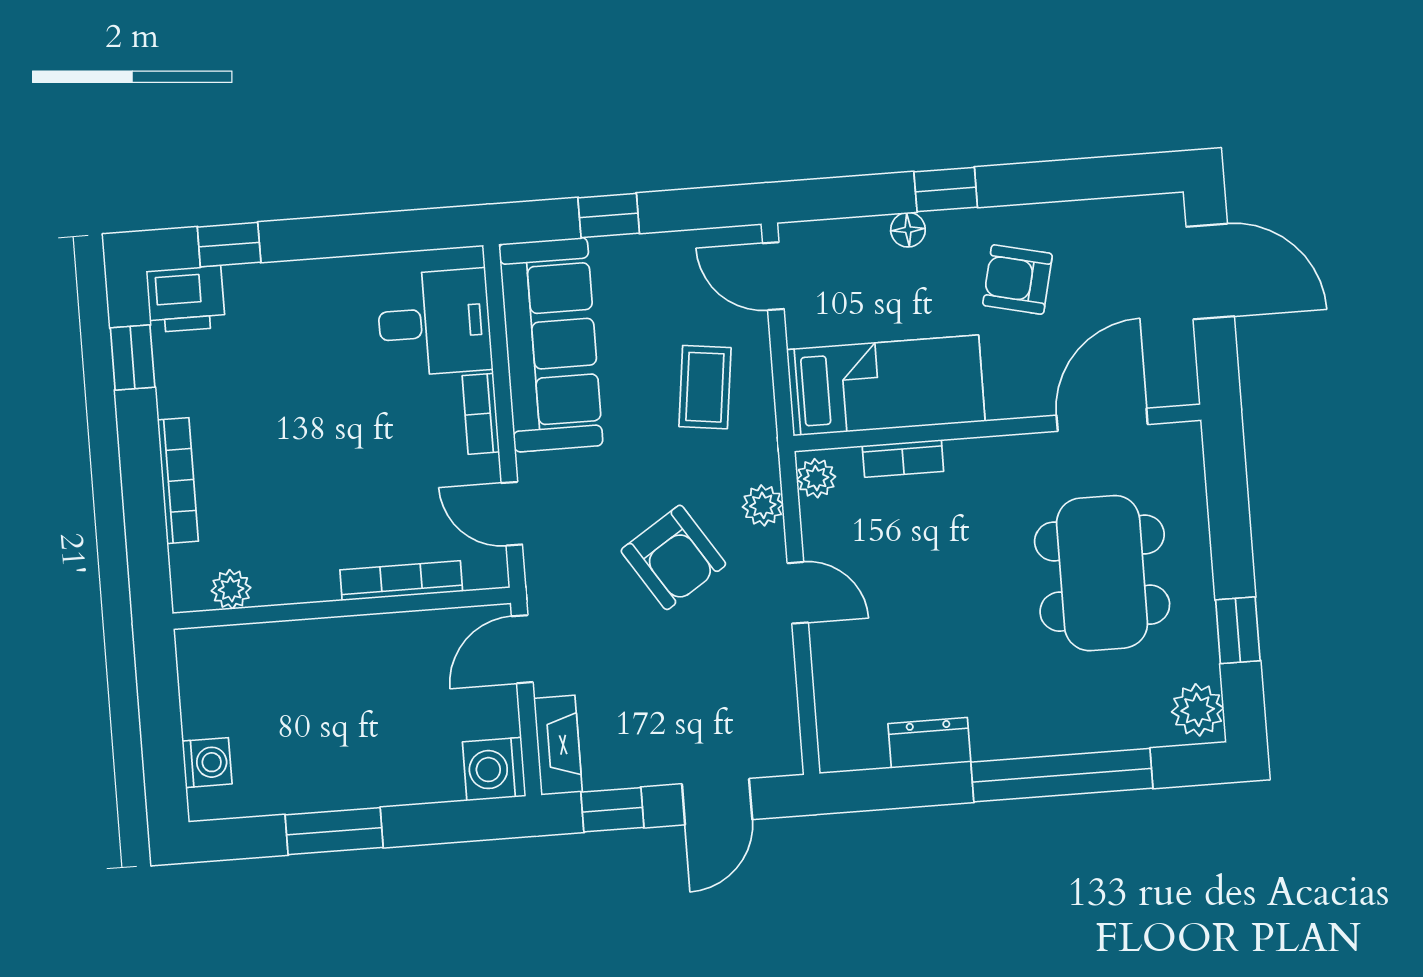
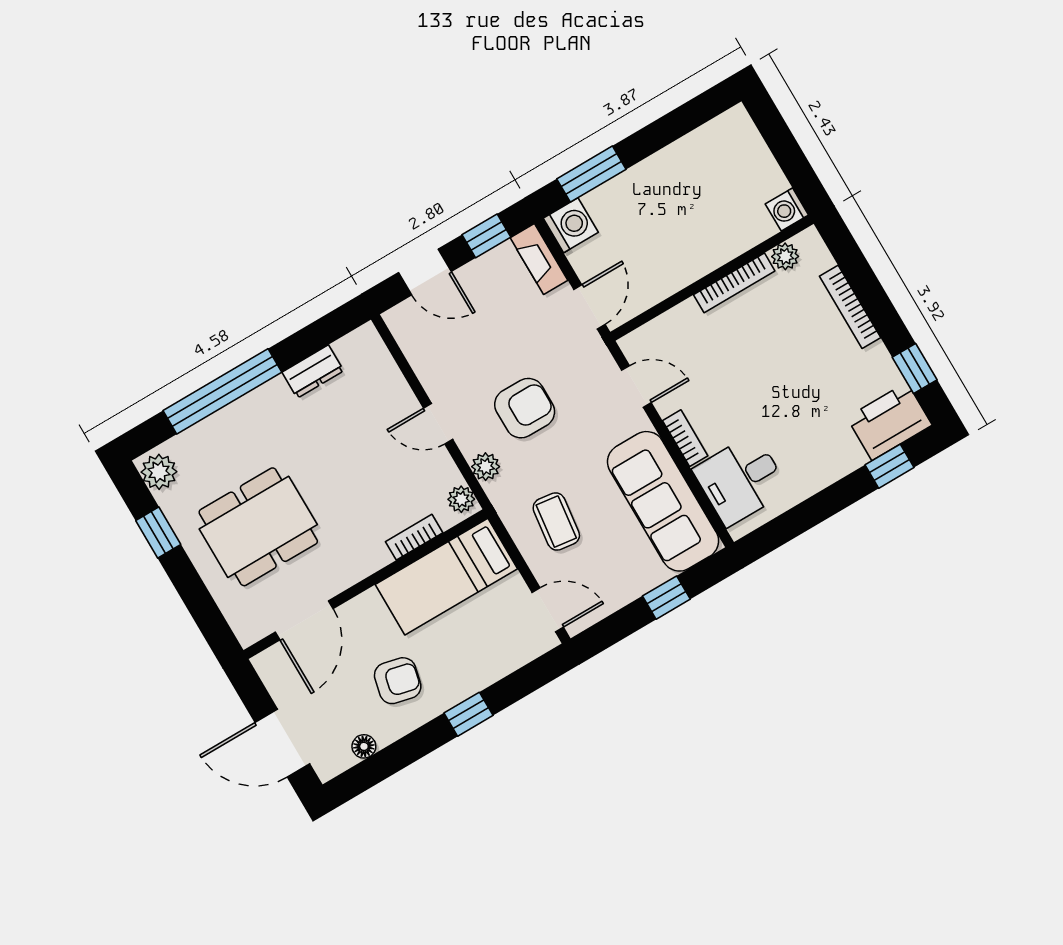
floor lamp: (908, 230) -> (364, 746), moved
printer: (186, 299) -> (889, 421), width x1.37, depth x1.19
armchair: (673, 557) -> (525, 408), turned 123
dining table: (1102, 573) -> (258, 527), turned 90
bookcase: (401, 581) -> (734, 283), moved
washing machine: (207, 763) -> (787, 209), moved
door: (717, 802) -> (425, 272), swing flipped
window: (334, 831) -> (591, 174), moved

